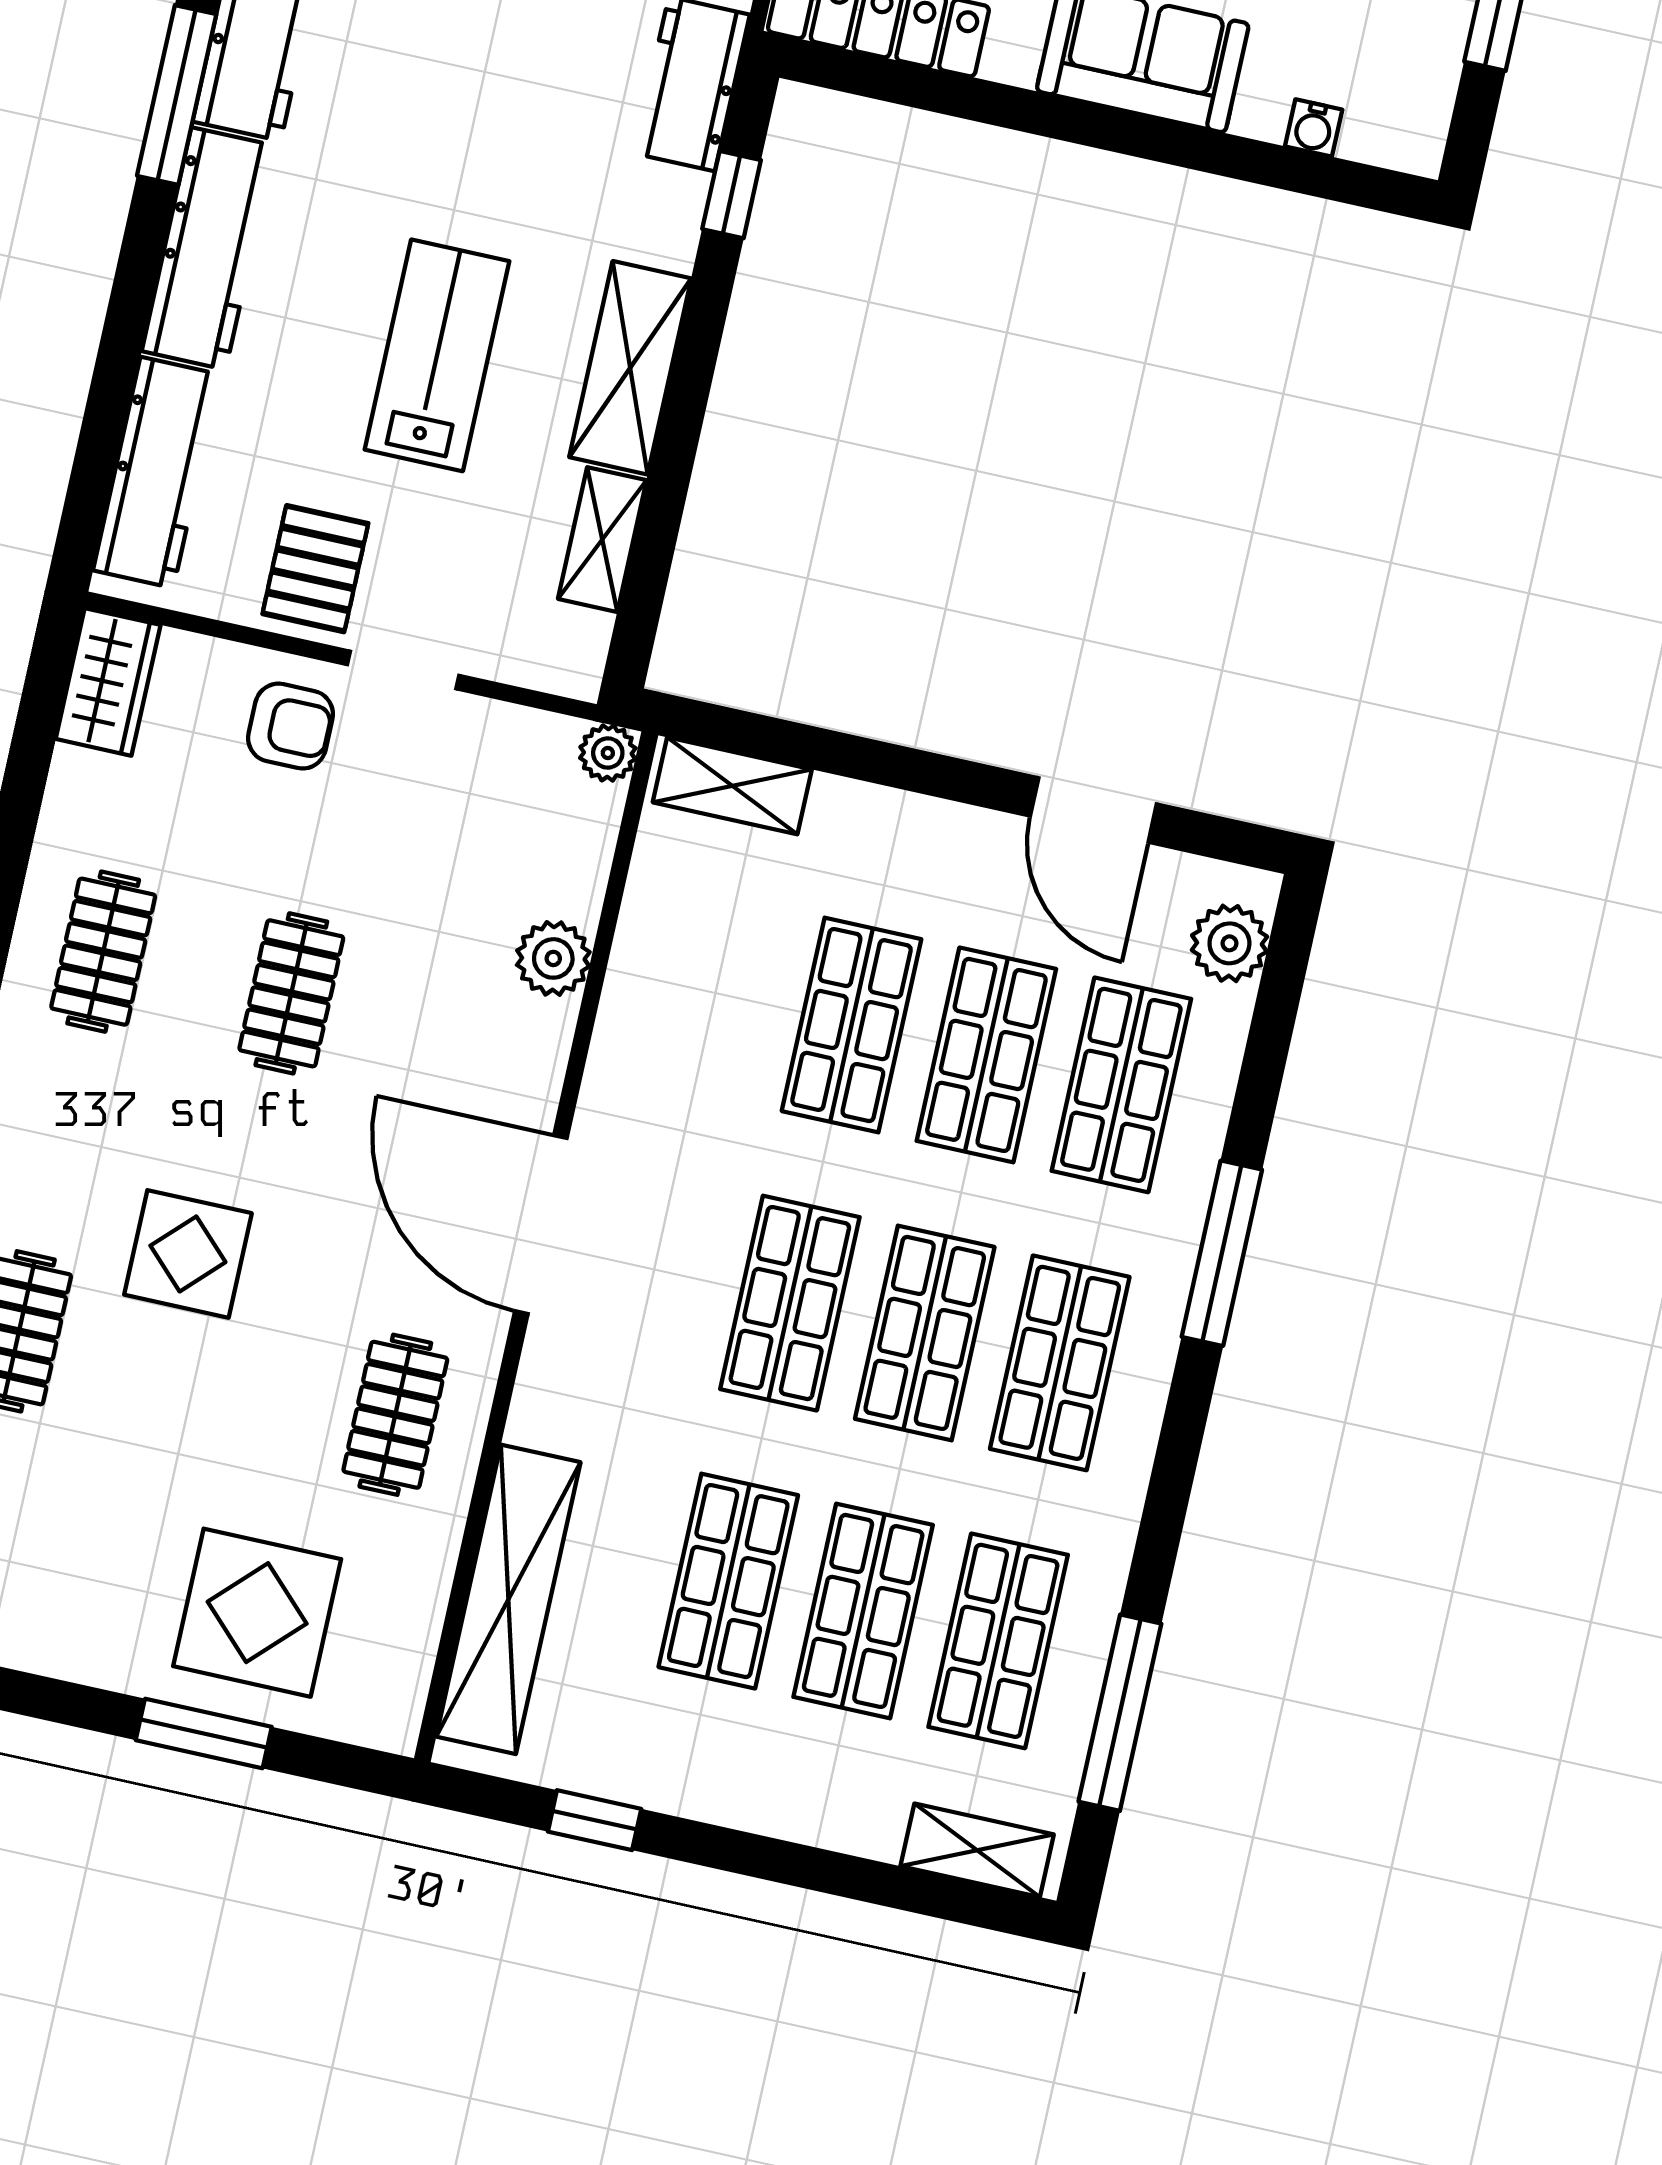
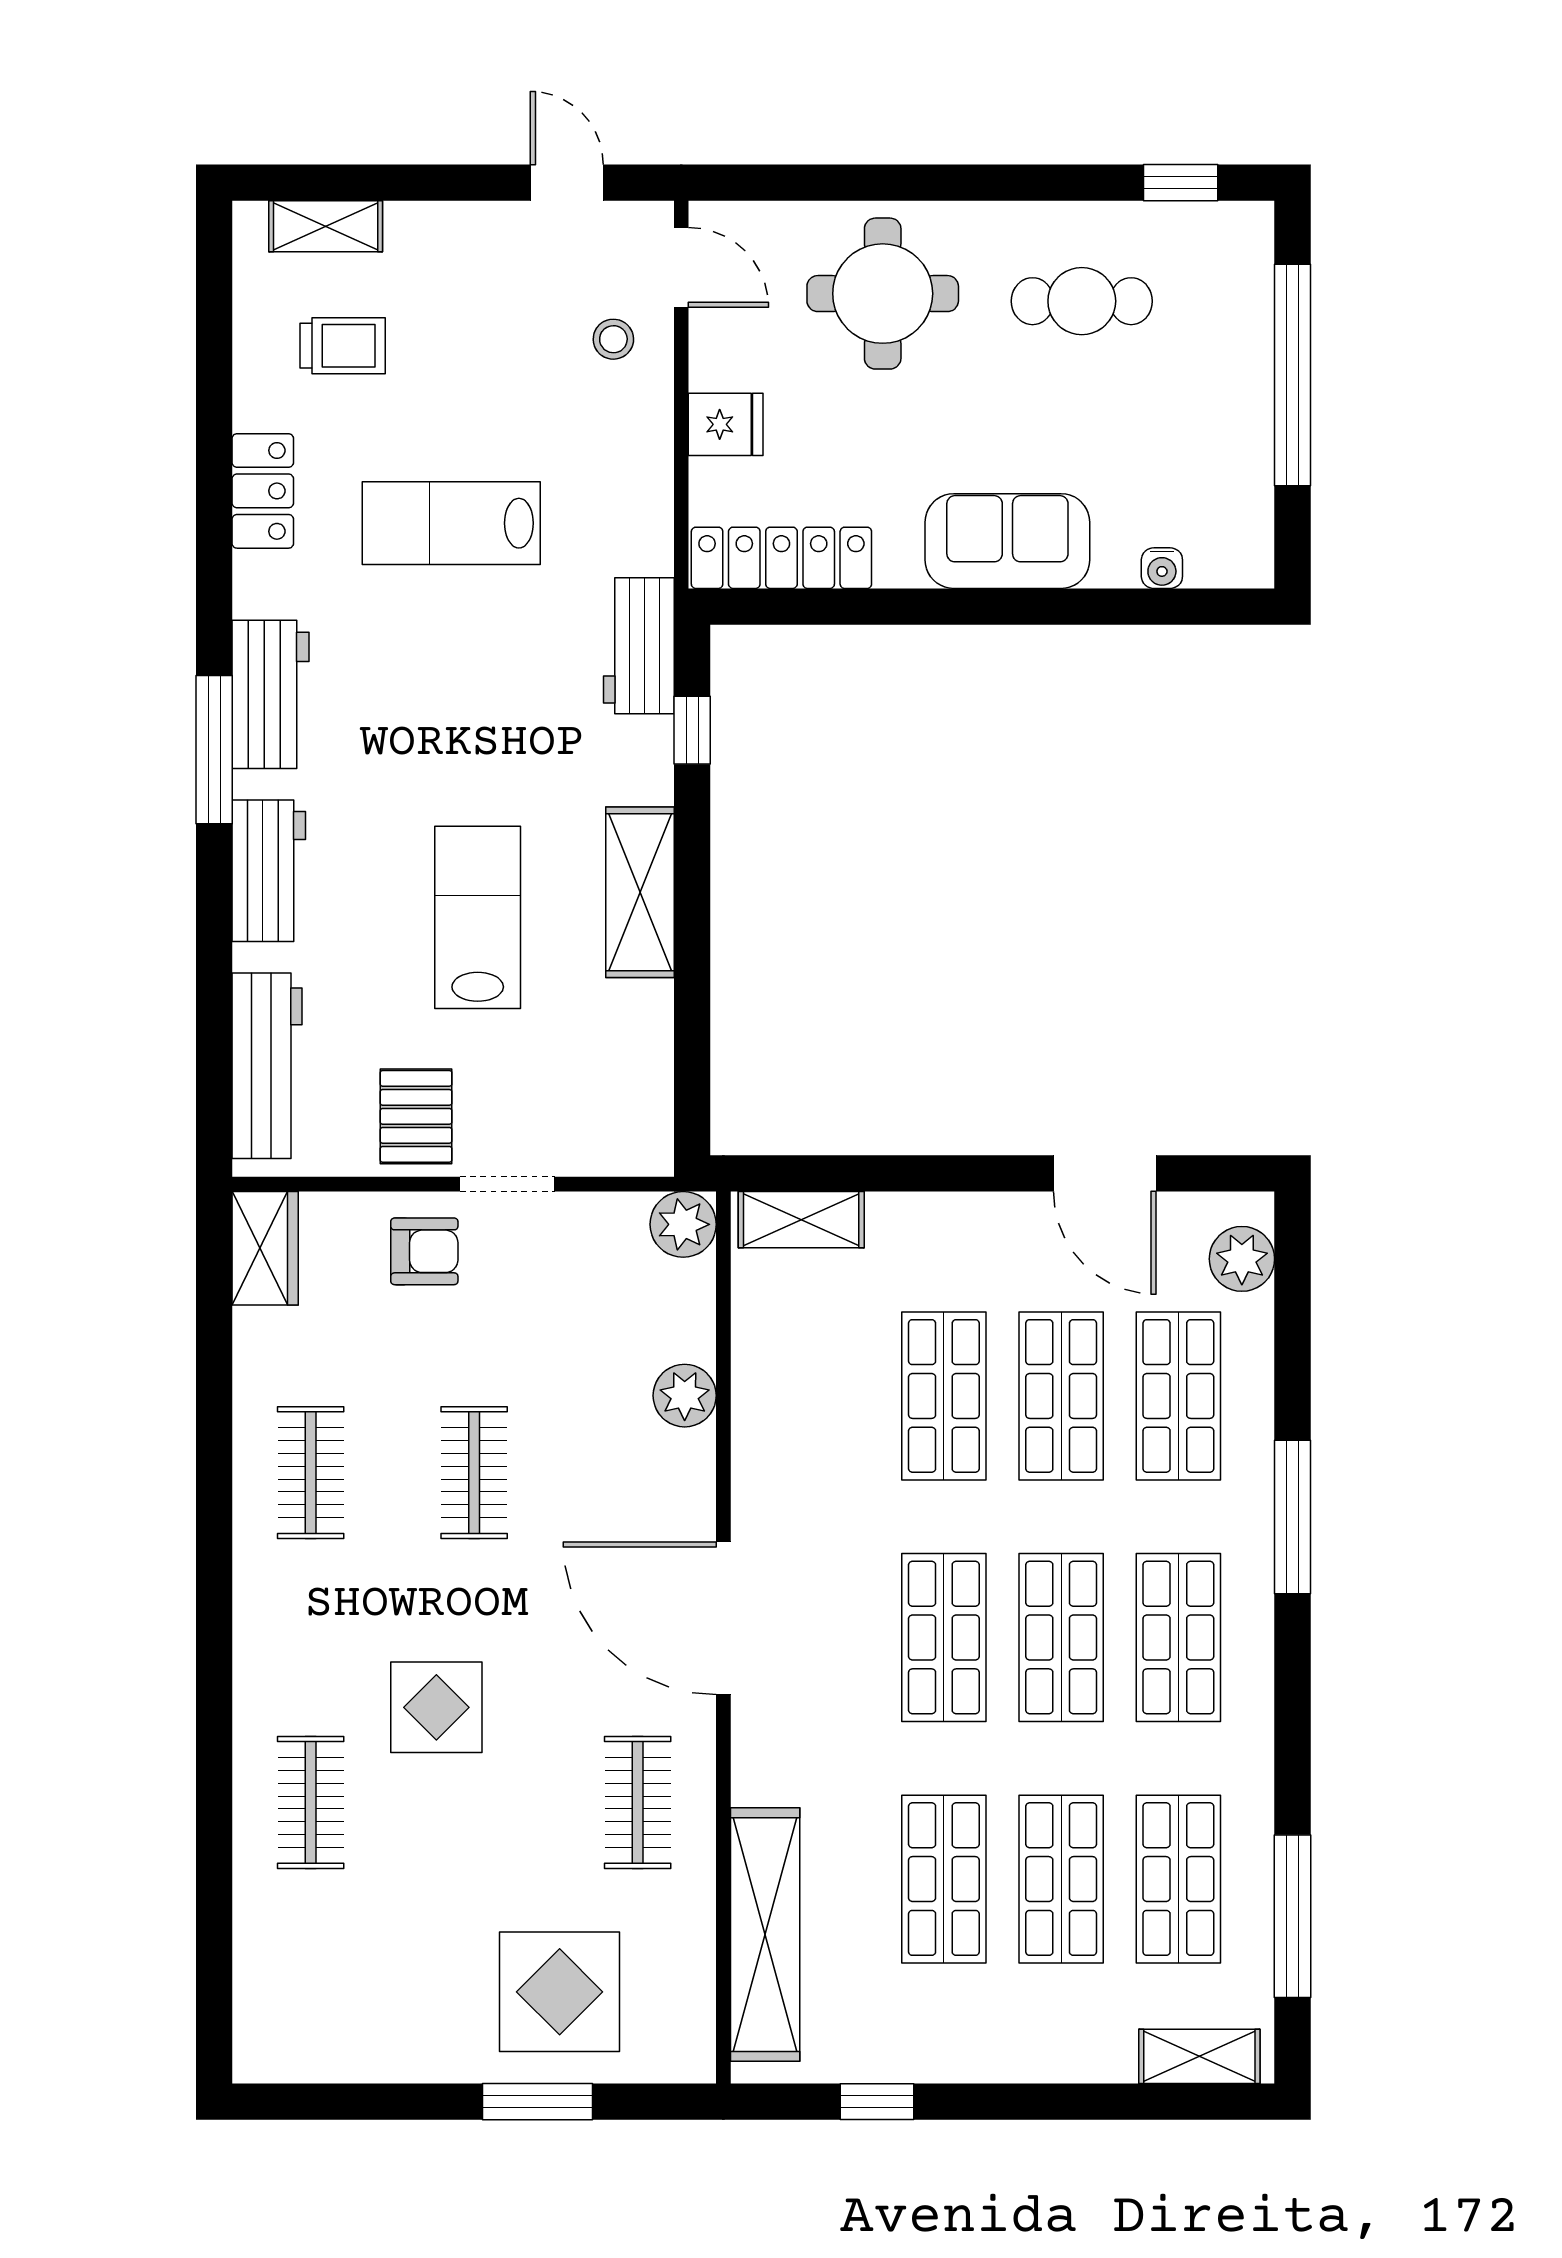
workbench: (208, 248) -> (269, 871), width x0.73
shelving: (602, 540) -> (648, 1040), removed
plant: (608, 753) -> (683, 1224), width x1.38, depth x1.38

